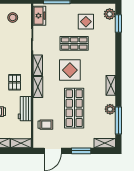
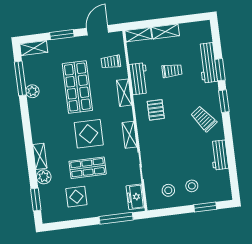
plant: (110, 14) -> (44, 177), moved
shelving: (111, 85) -> (40, 156), moved
shelving: (38, 87) -> (124, 93), moved

